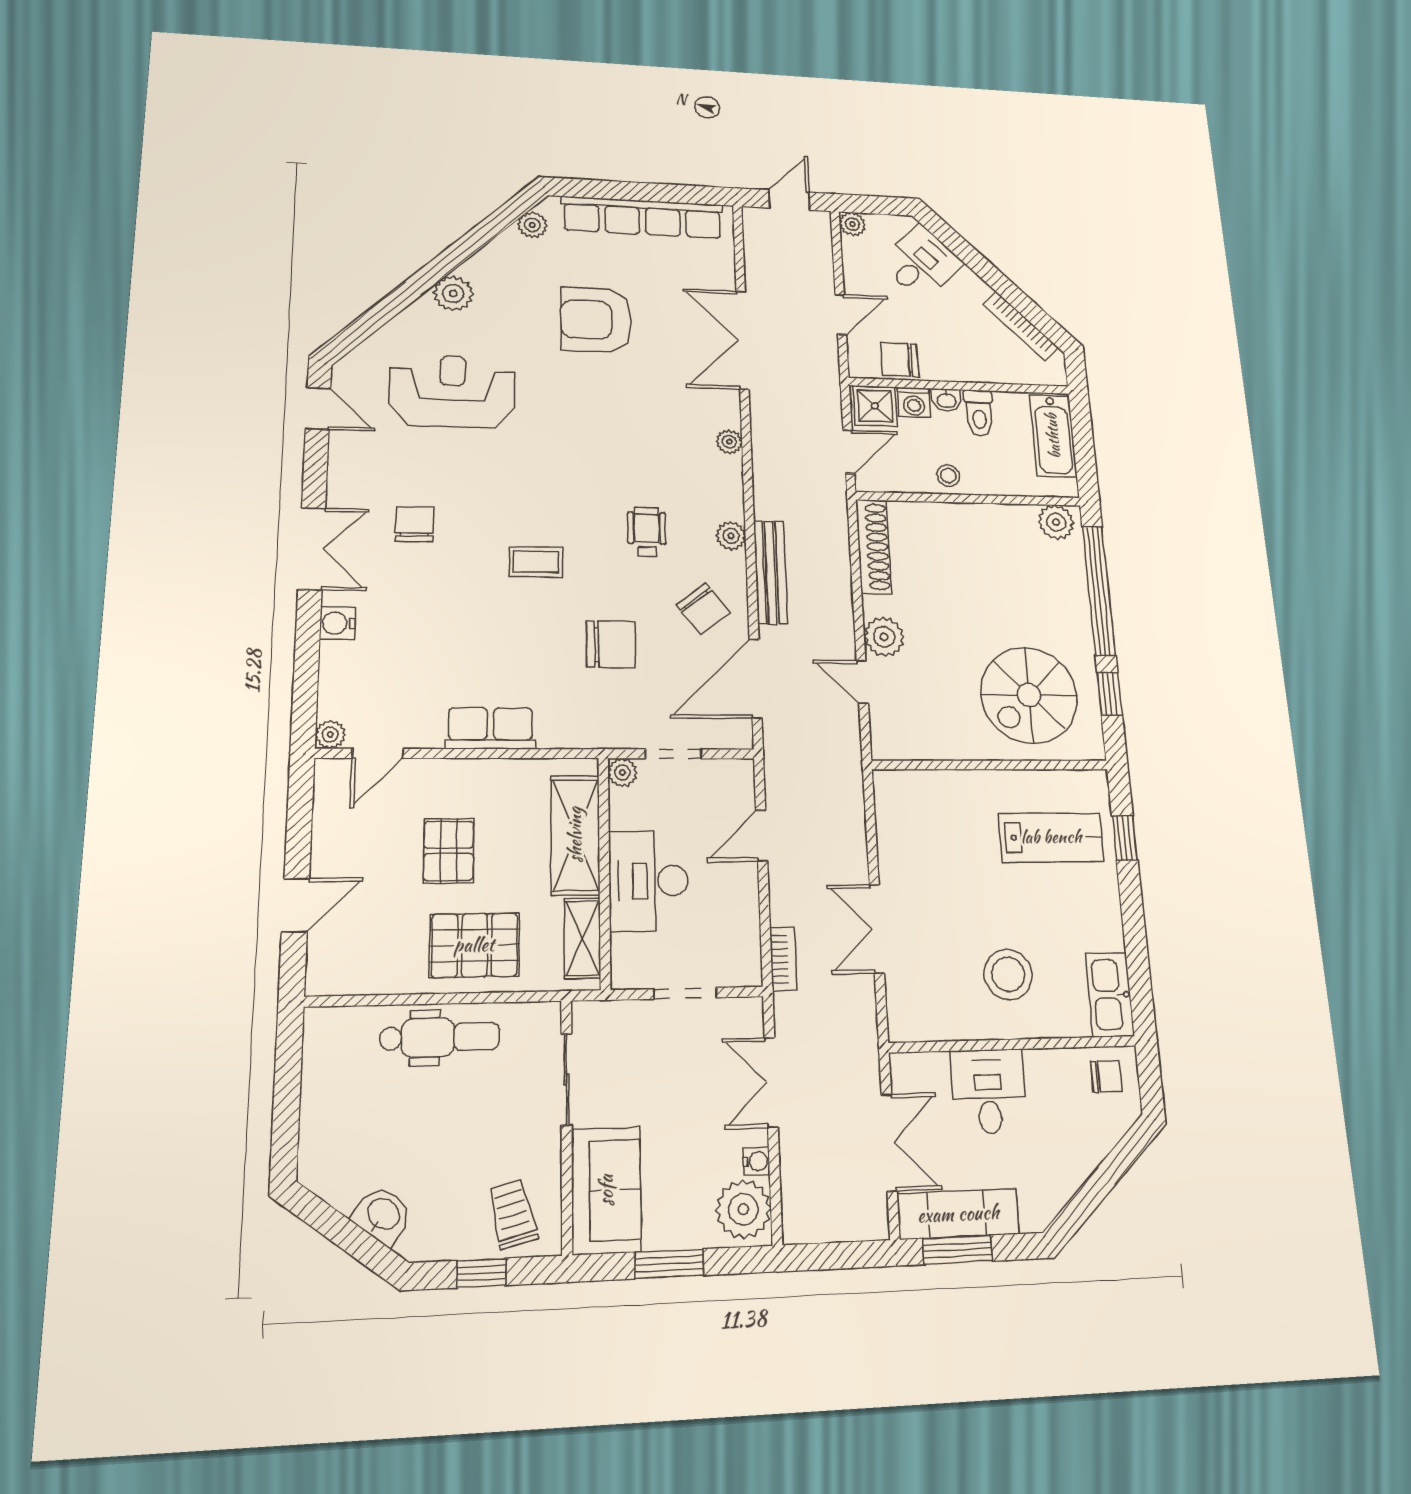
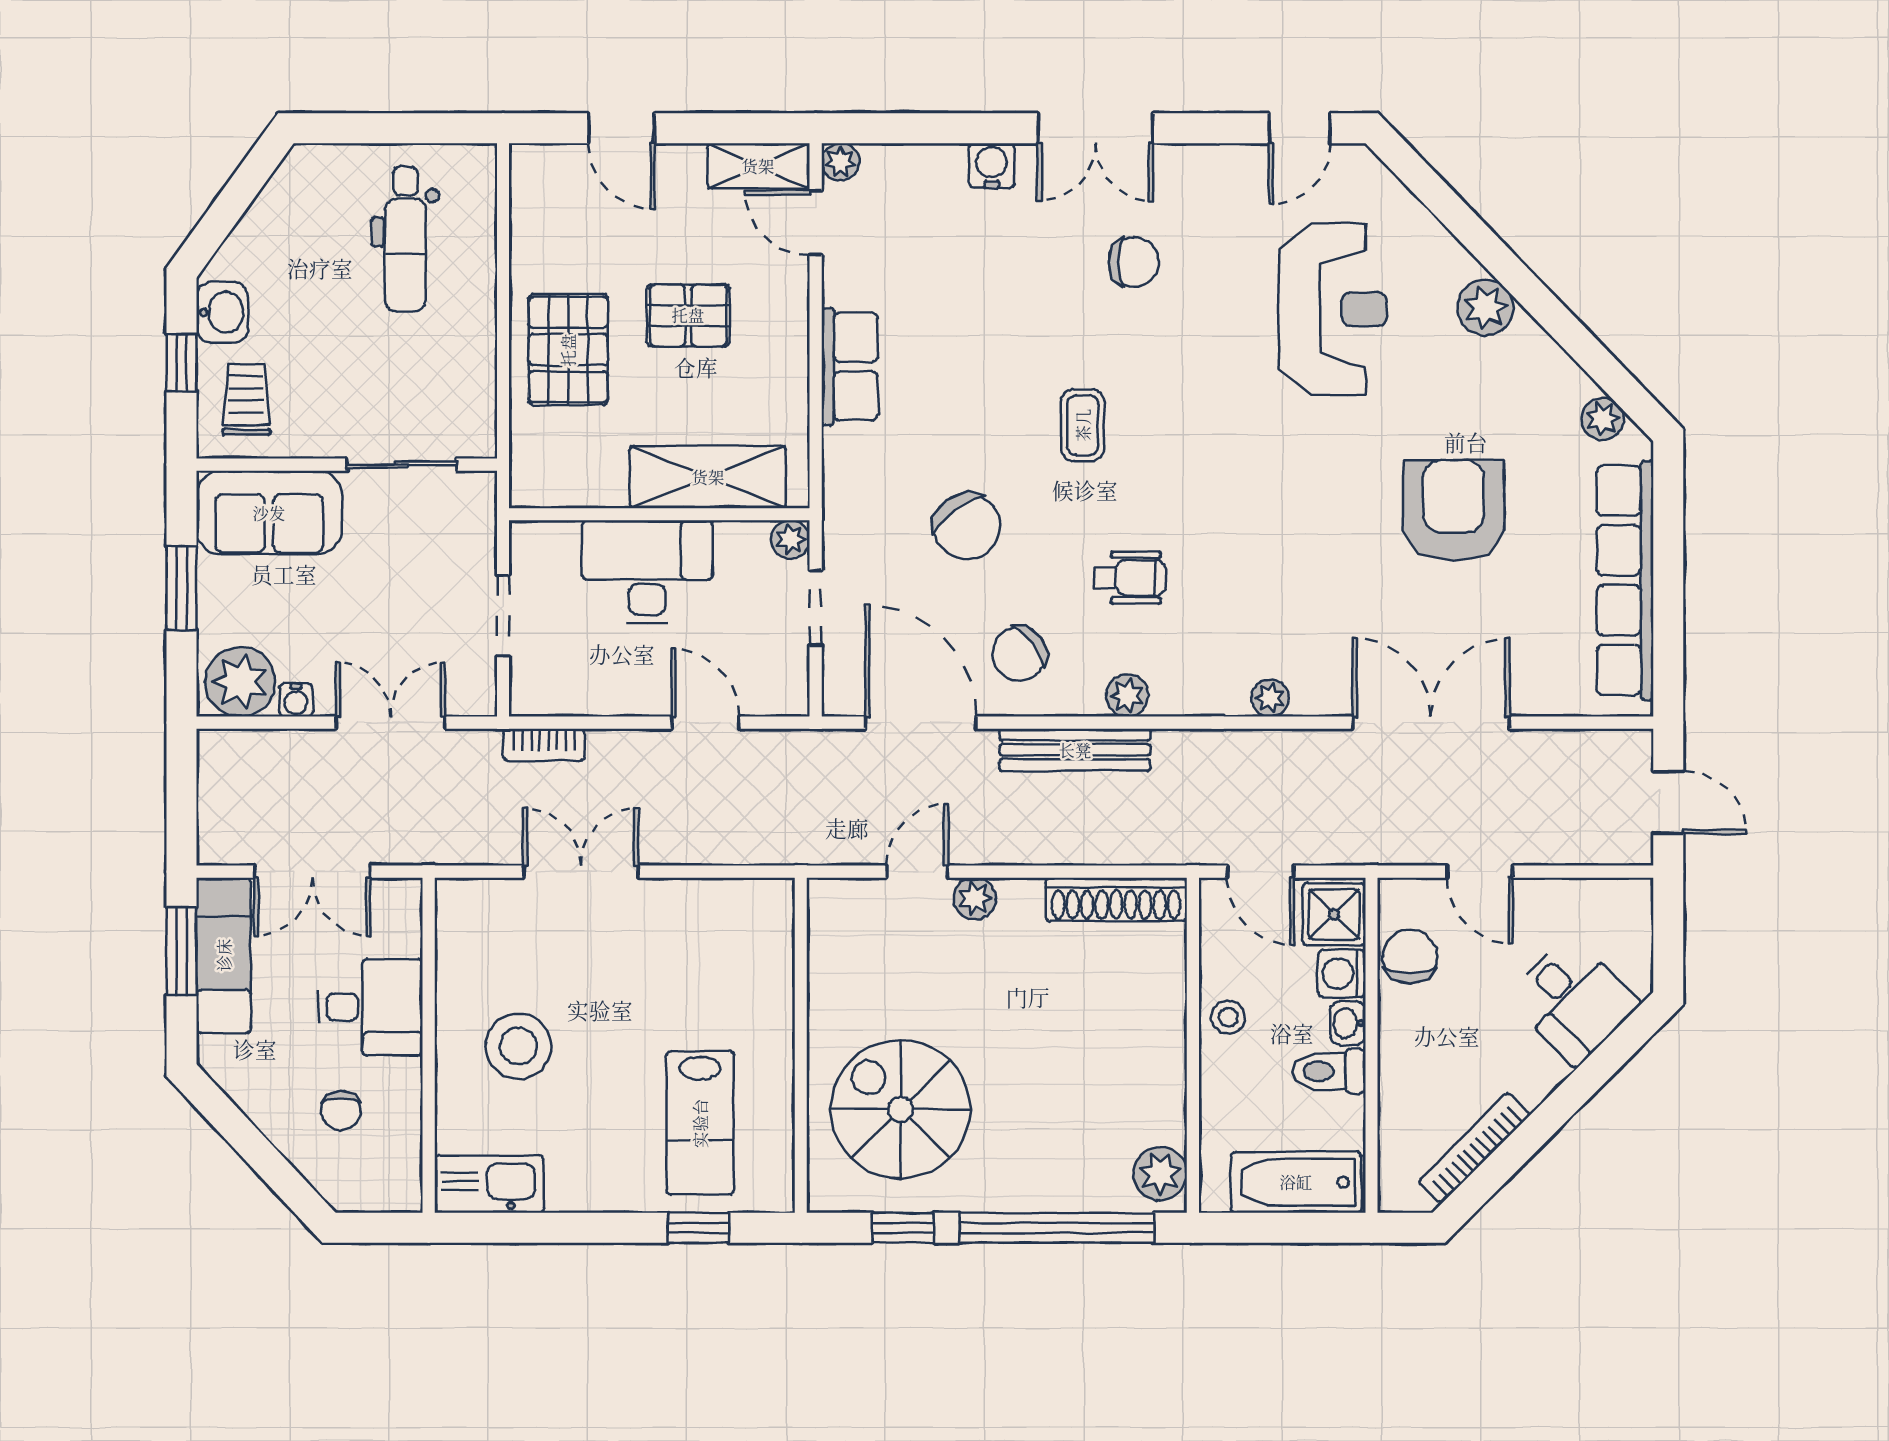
plant: (852, 224) -> (1633, 898), removed
plant: (884, 637) -> (975, 899), width x0.73, depth x0.73
chair: (611, 644) -> (967, 526), turned -37
shelving: (582, 938) -> (758, 166), moved
dental chair: (440, 1037) -> (405, 239), moved
chair: (1106, 1076) -> (341, 1110), moved
trolley: (513, 1214) -> (246, 399), turned -76
washbasin: (383, 1215) -> (222, 312), moved, turned -36

